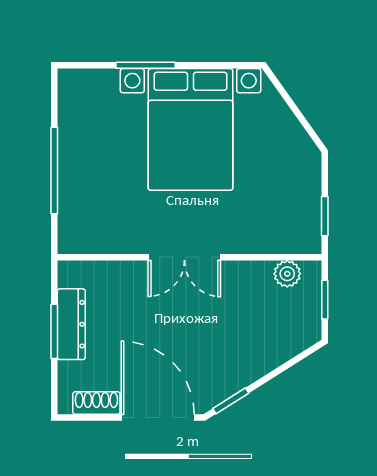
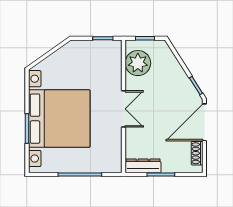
bed with nightstands: (191, 129) -> (59, 119), width x1.36
plant: (287, 274) -> (138, 63), width x1.88, depth x1.88
dresser: (71, 324) -> (143, 166), moved

